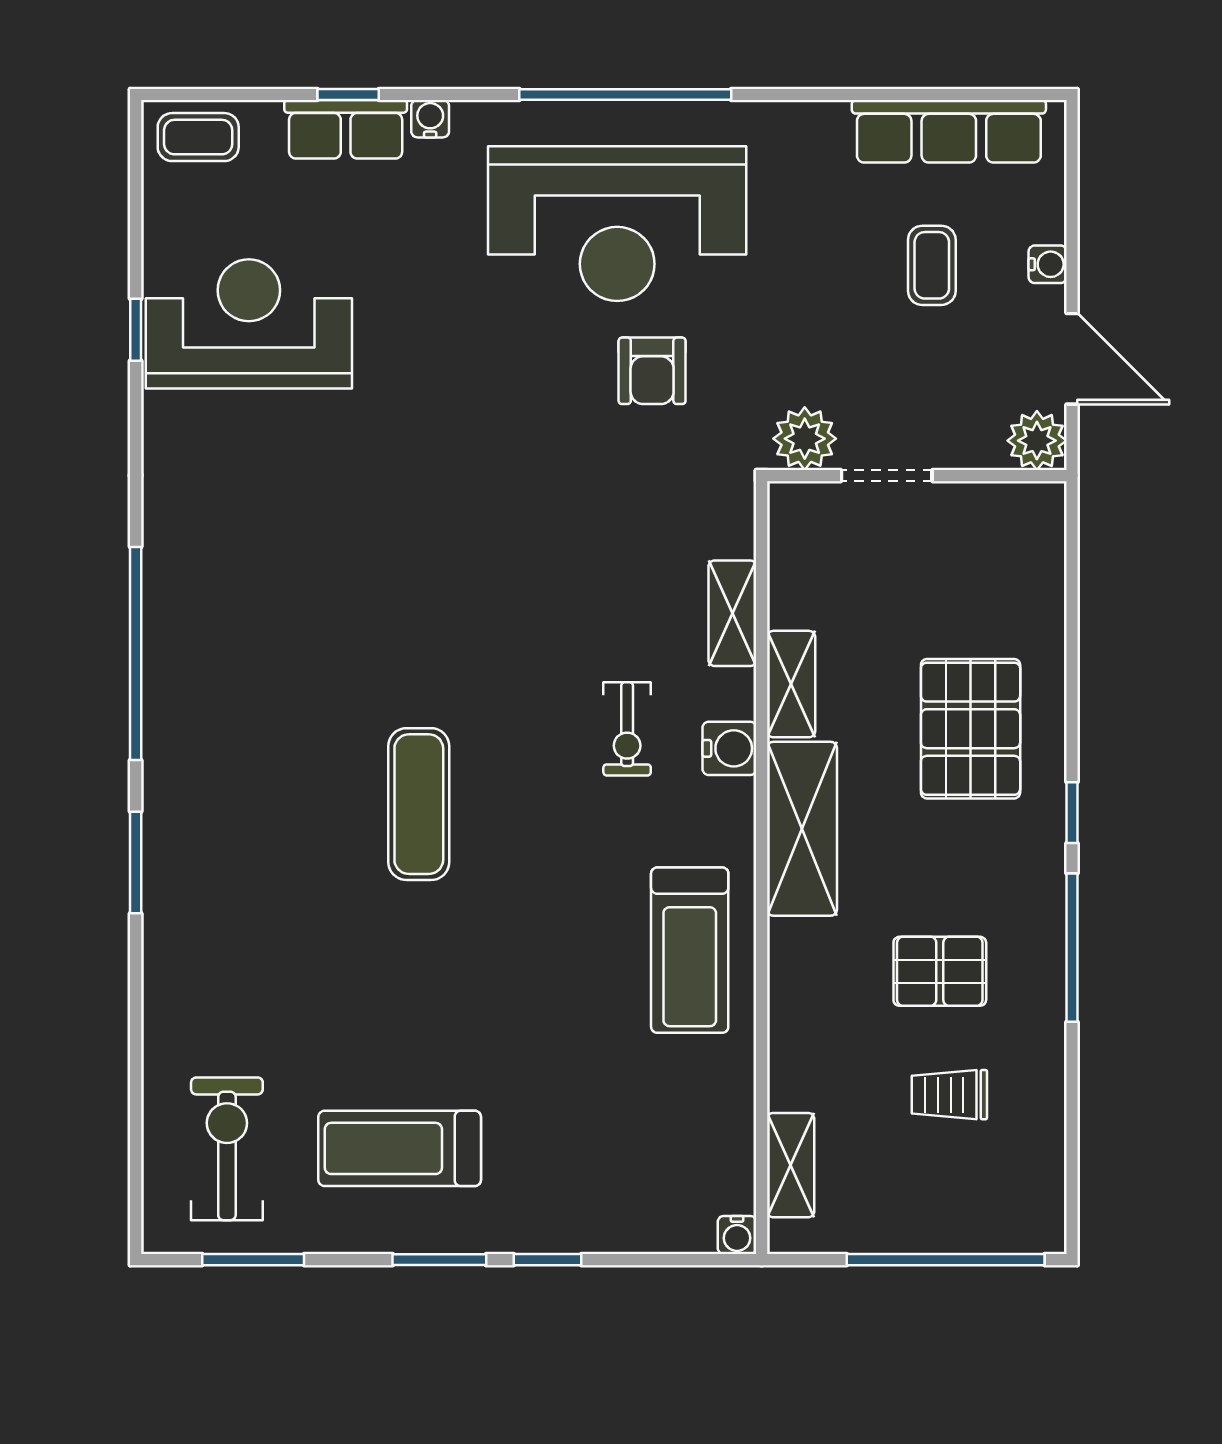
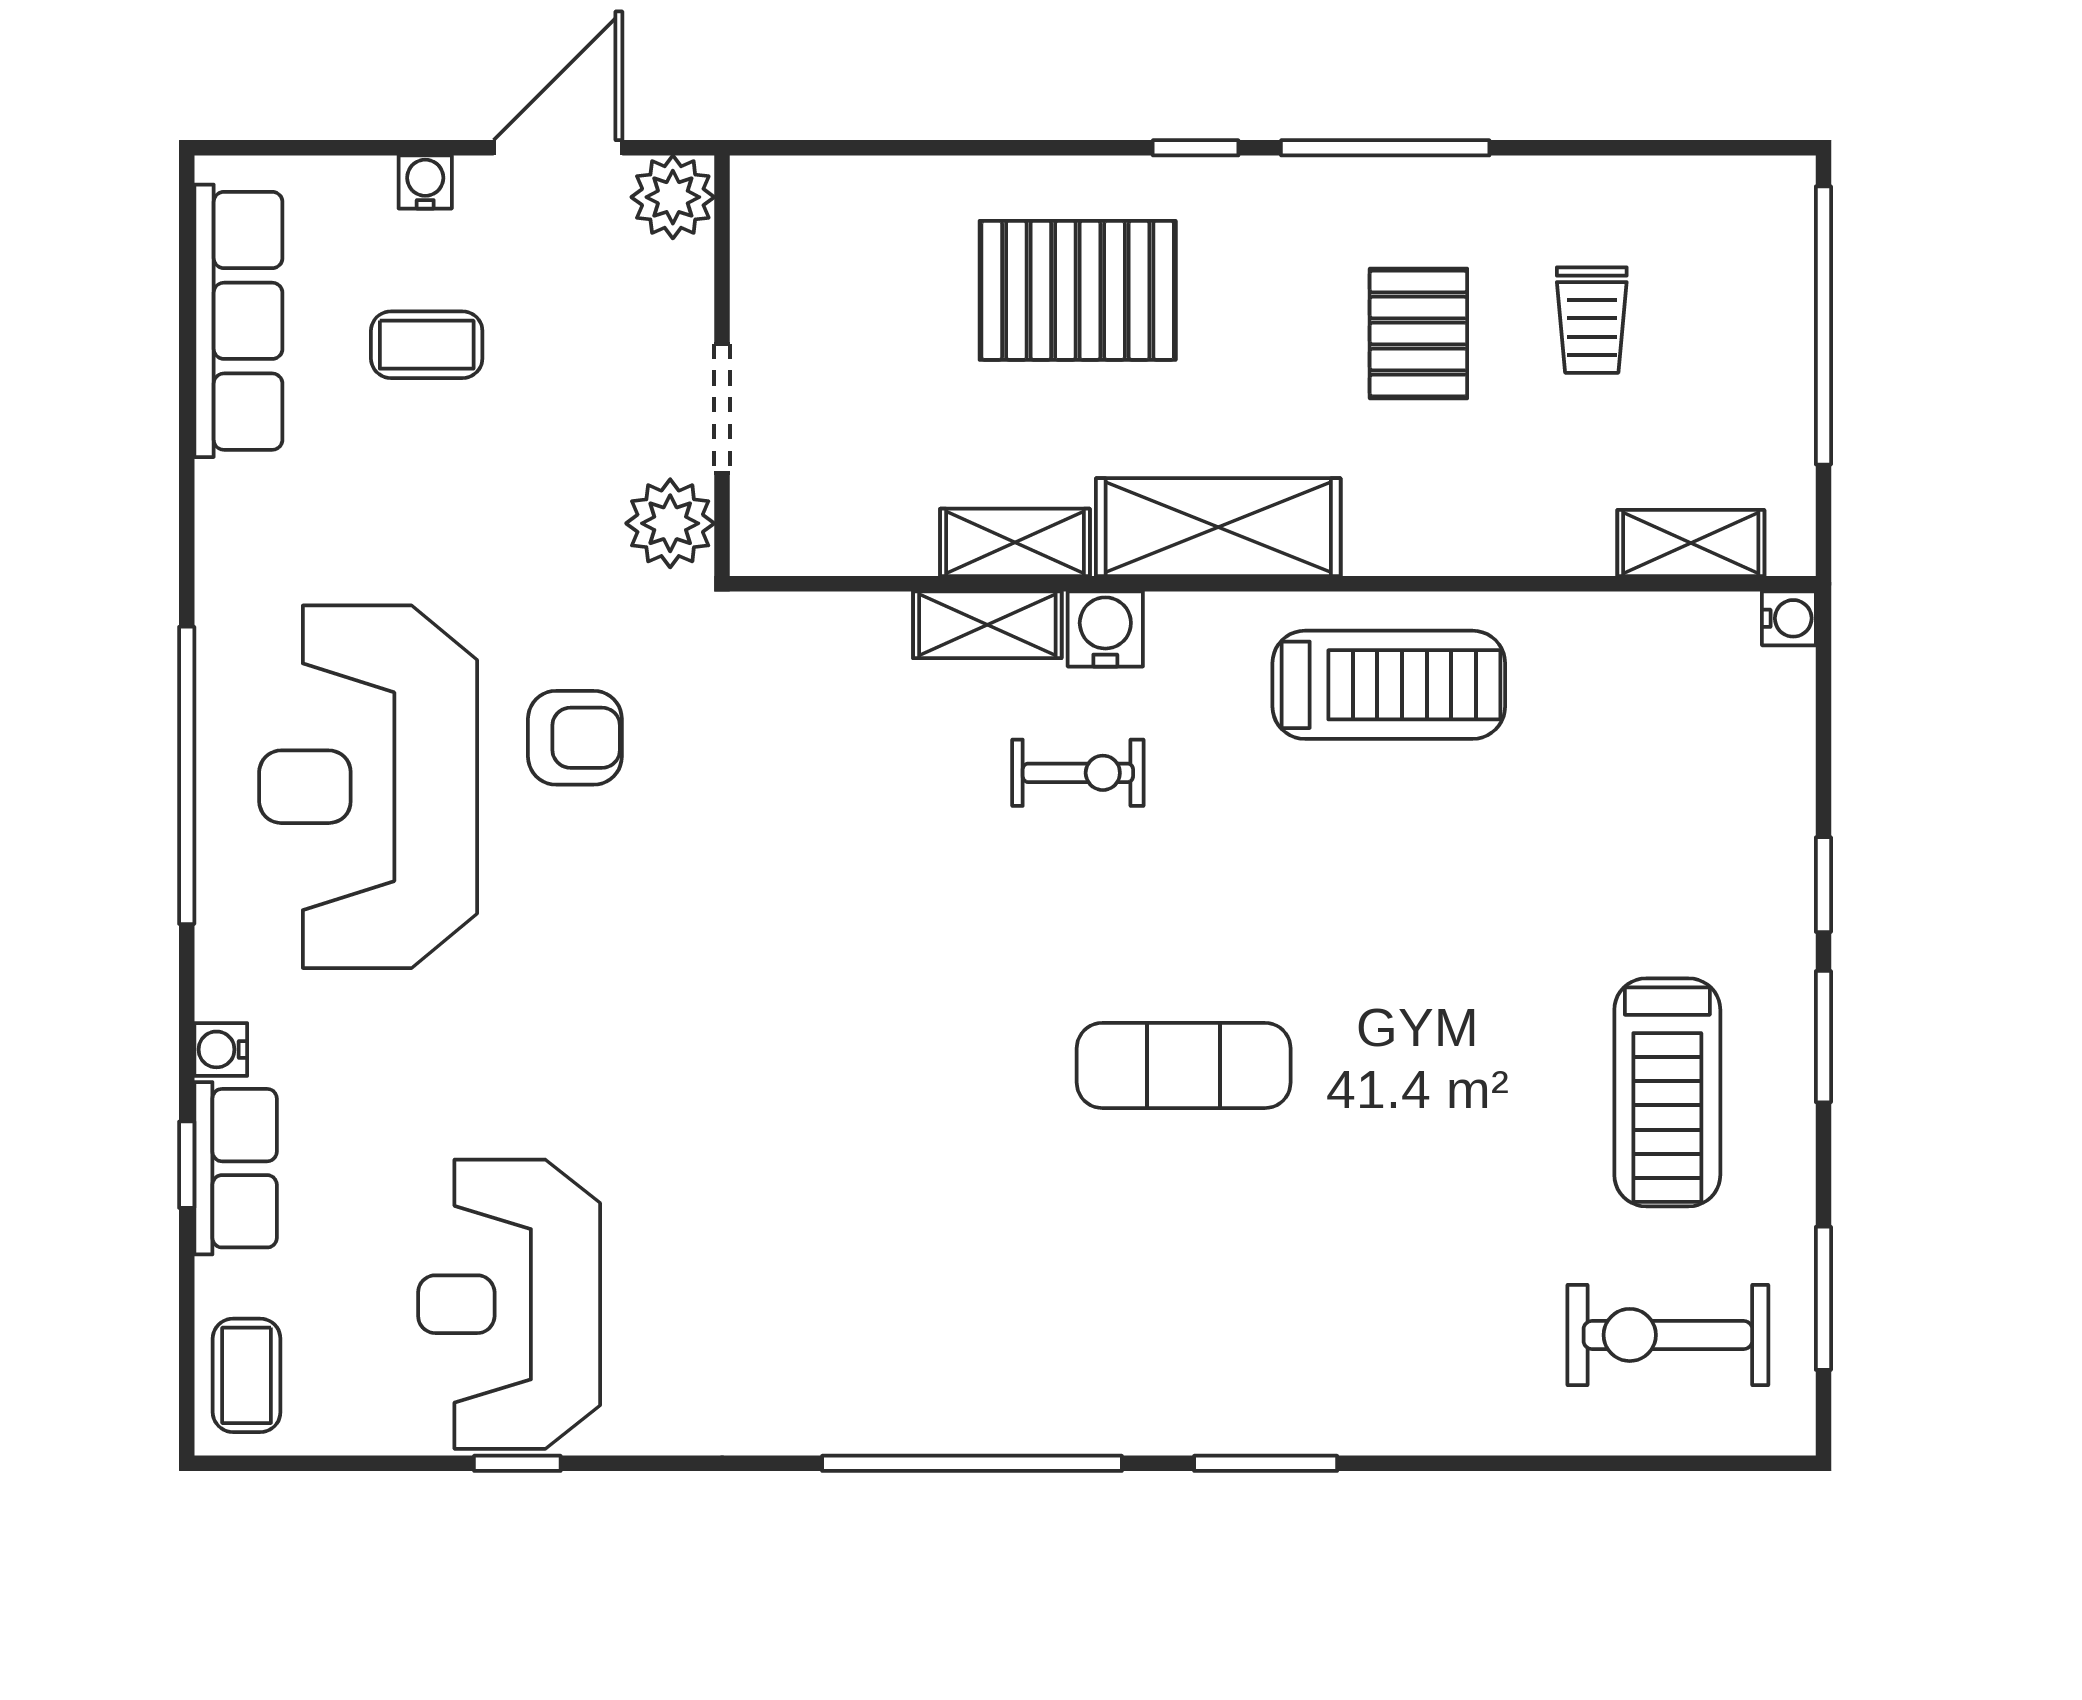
reception desk: (617, 224) -> (368, 787), turned 180
shelving: (732, 613) -> (987, 625), moved

